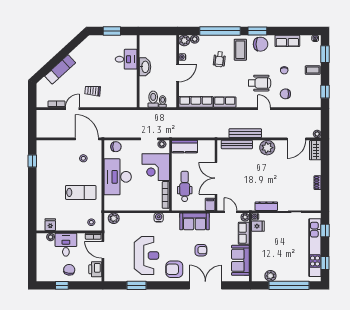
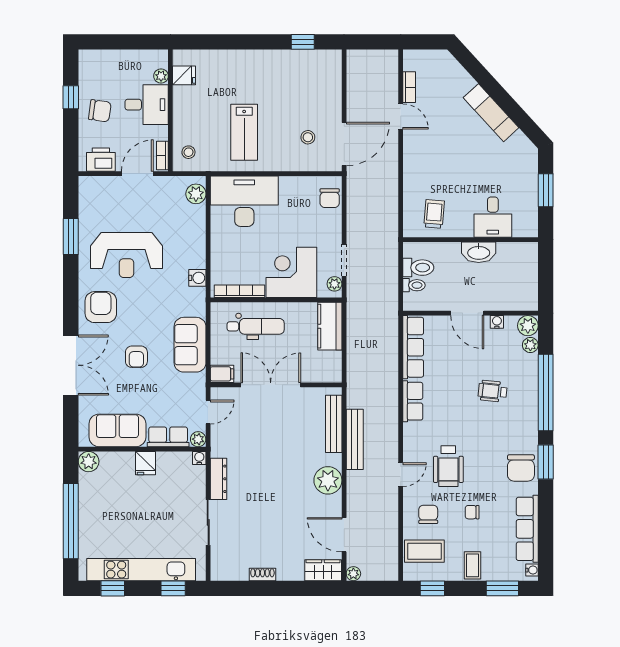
row of seats: (287, 41) -> (527, 529), width x1.48
coffee table: (240, 50) -> (424, 551), moved
exam couch: (60, 69) -> (491, 113), moved
trolley: (93, 91) -> (434, 214), moved
desk: (118, 177) -> (244, 201), moved
fridge: (258, 226) -> (146, 463), moved
plant: (270, 276) -> (89, 462), moved

